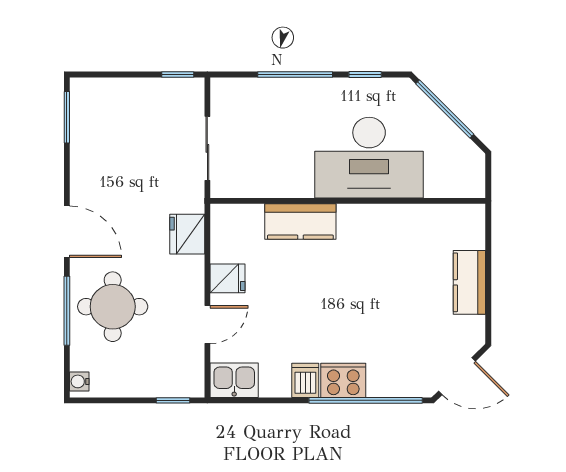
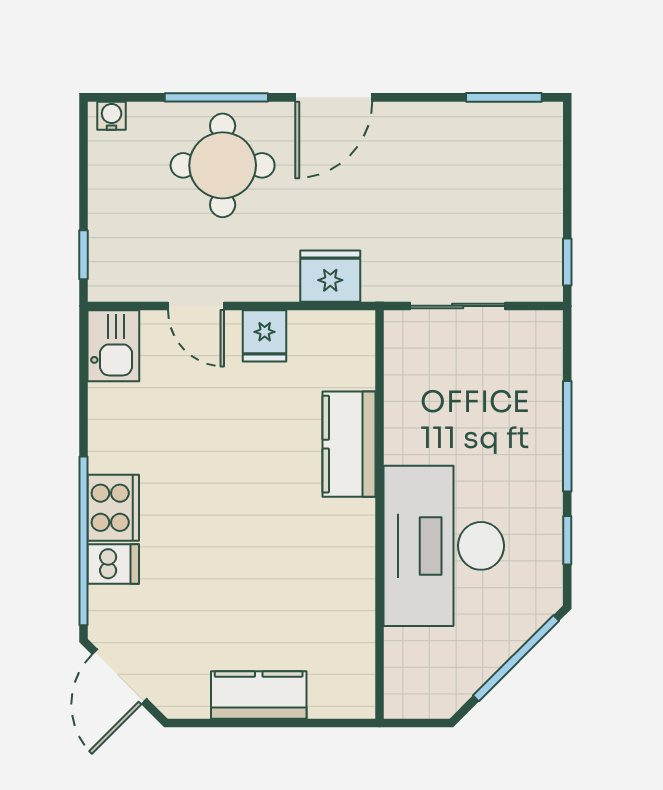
dishwasher: (305, 380) -> (113, 564), moved

